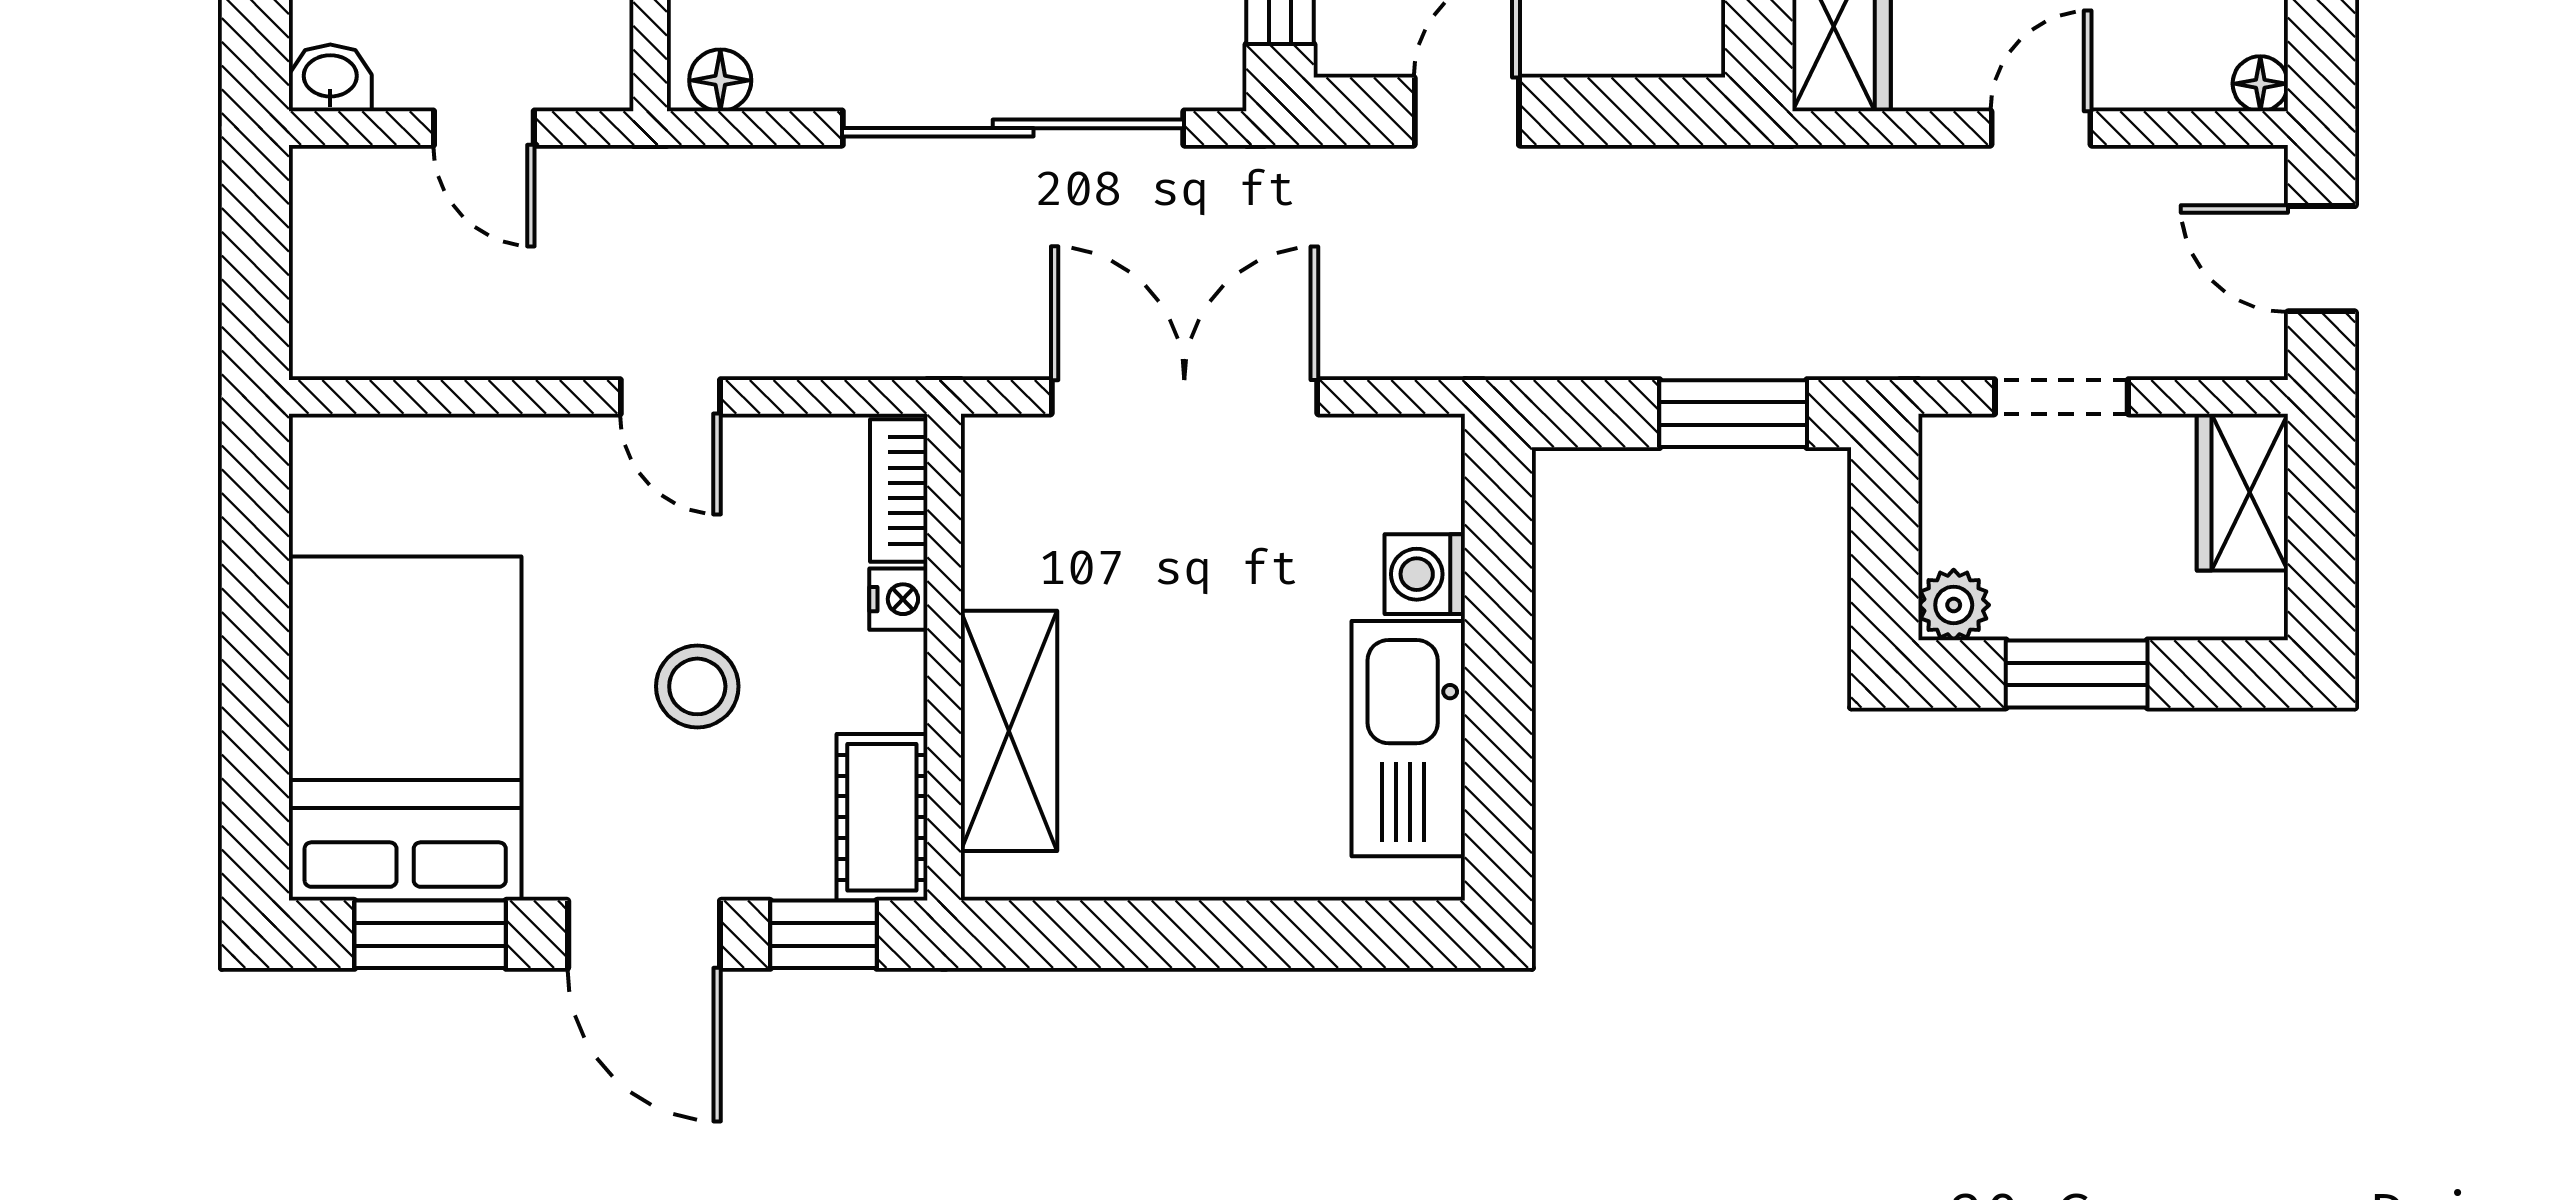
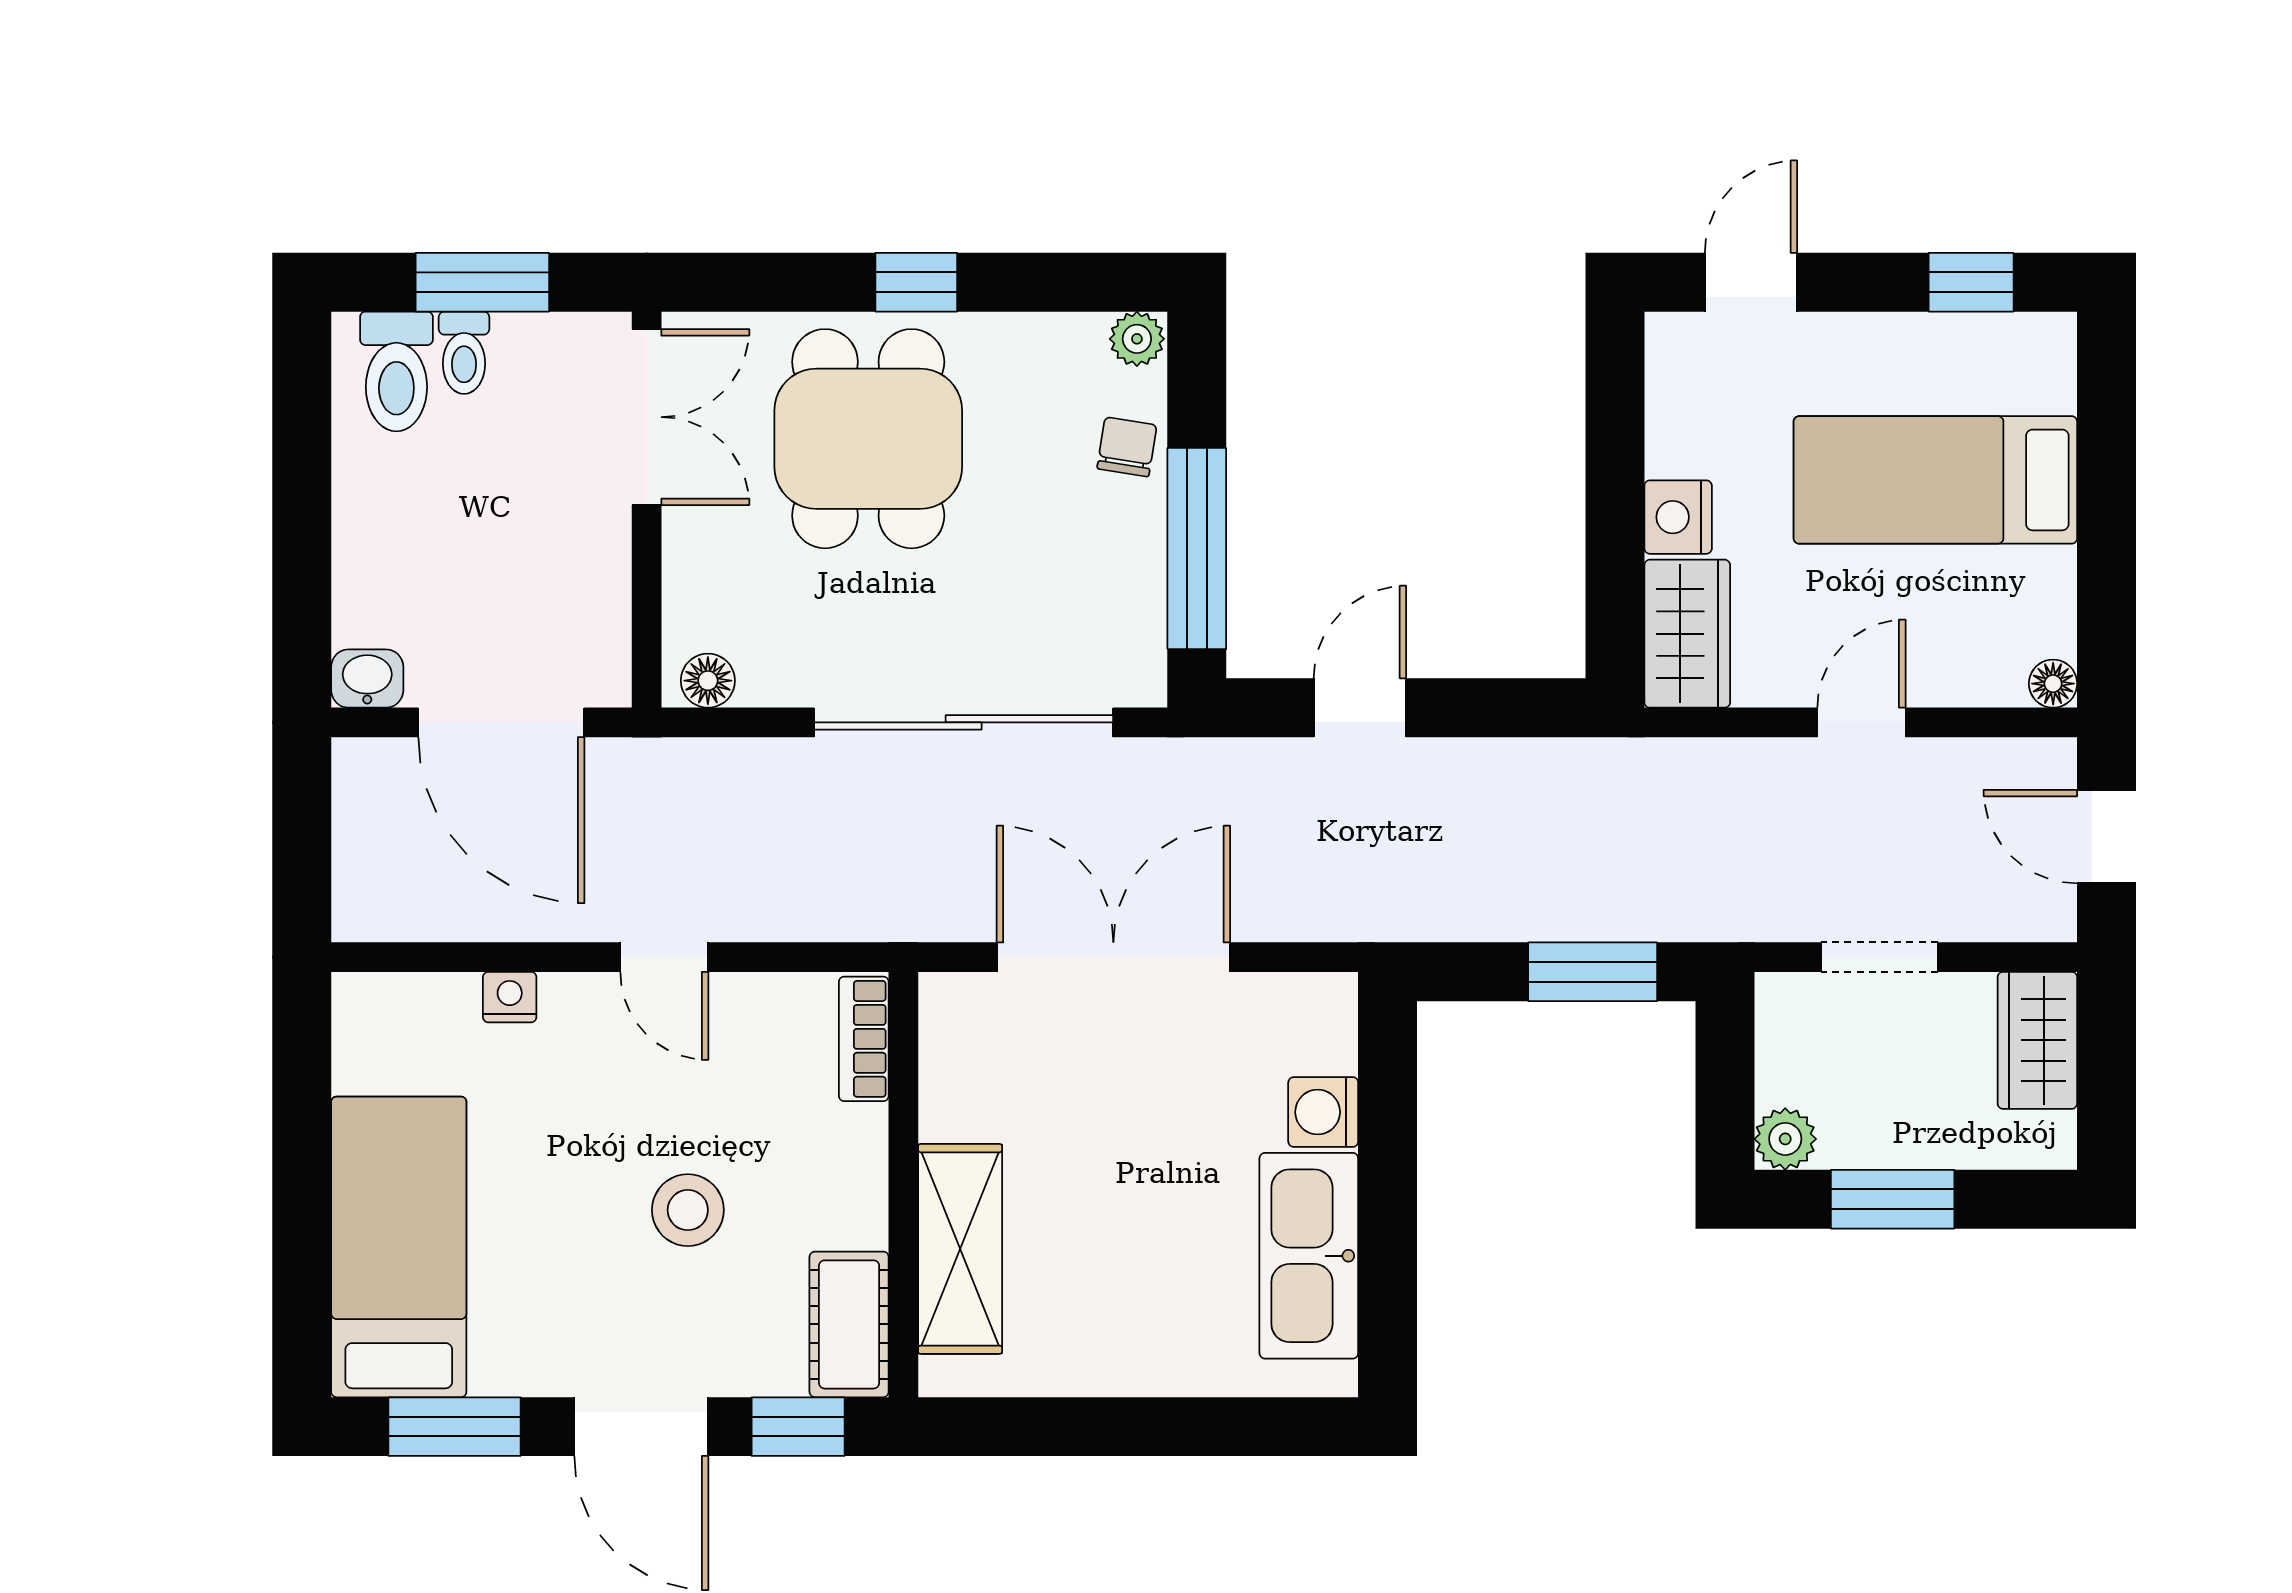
door: (484, 128) -> (501, 722), width x1.88
nightstand: (898, 599) -> (510, 997), moved, turned -90
bed: (405, 729) -> (399, 1247), width x0.67

